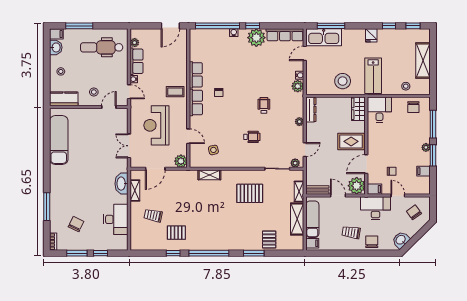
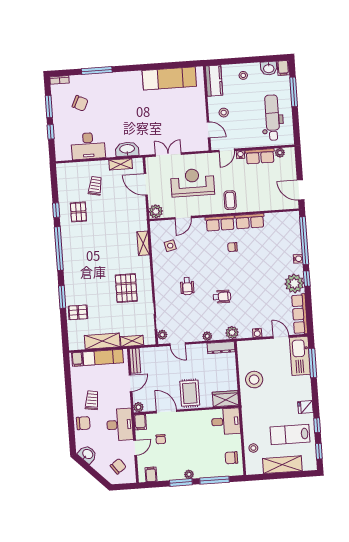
lab bench: (373, 76) -> (290, 435), moved
plant: (298, 86) -> (232, 333), moved
filing cabinet: (424, 171) -> (151, 474), moved
plant: (357, 186) -> (138, 407), width x0.53, depth x0.53

